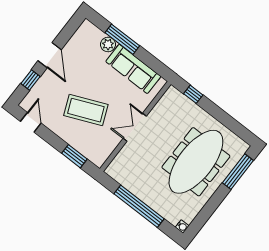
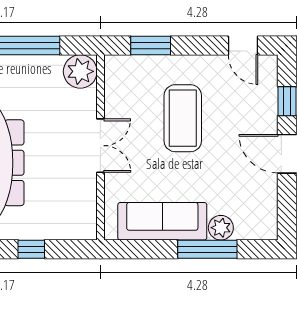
window: (193, 94) -> (31, 249), moved
coffee table: (86, 110) -> (183, 118), turned -67
plant: (117, 170) -> (80, 71), added

